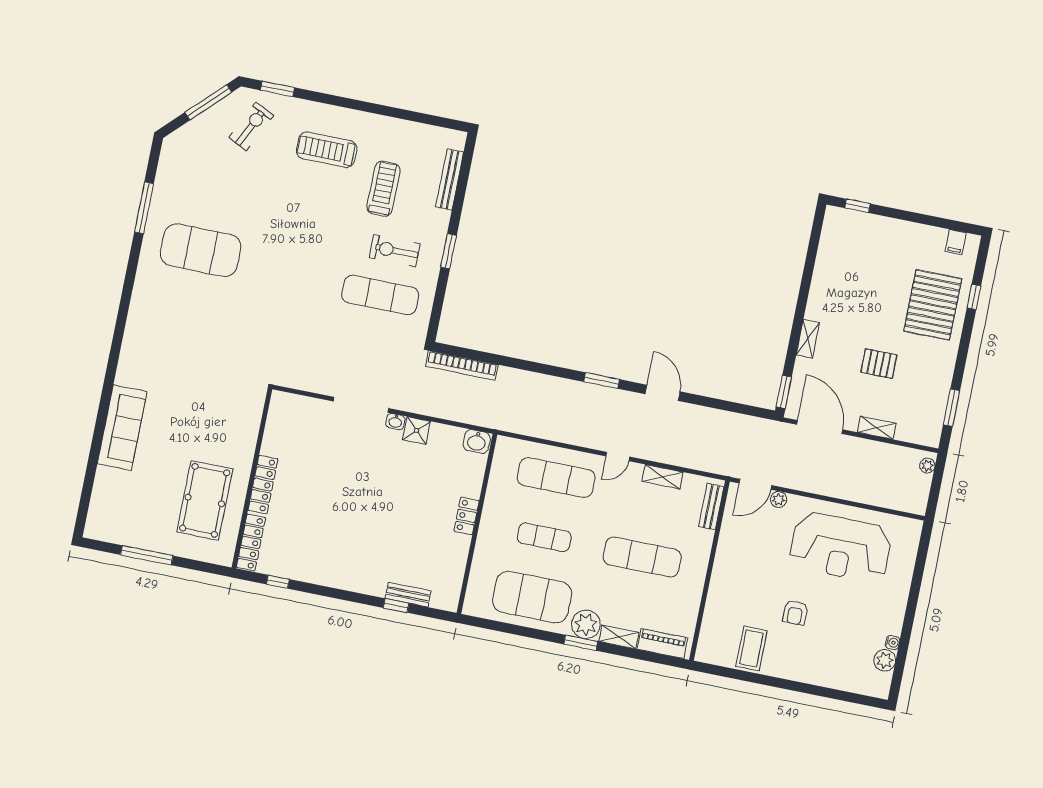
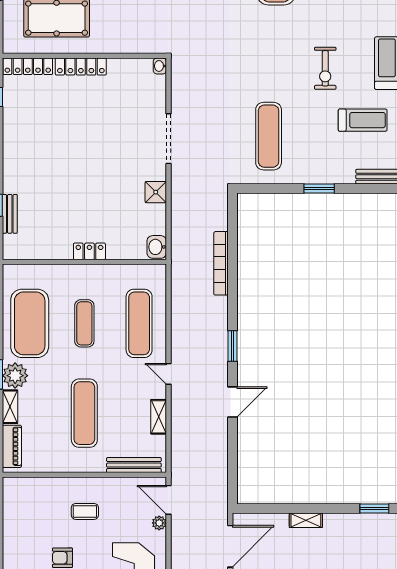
exercise bike: (395, 251) -> (325, 68), moved, turned 180
bookcase: (462, 365) -> (221, 263), moved
window: (784, 392) -> (374, 509), moved
washbasin: (395, 422) -> (160, 66), moved
bench: (711, 506) -> (134, 465), width x1.36
coffee table: (751, 648) -> (85, 511), moved, width x0.73, depth x0.77

